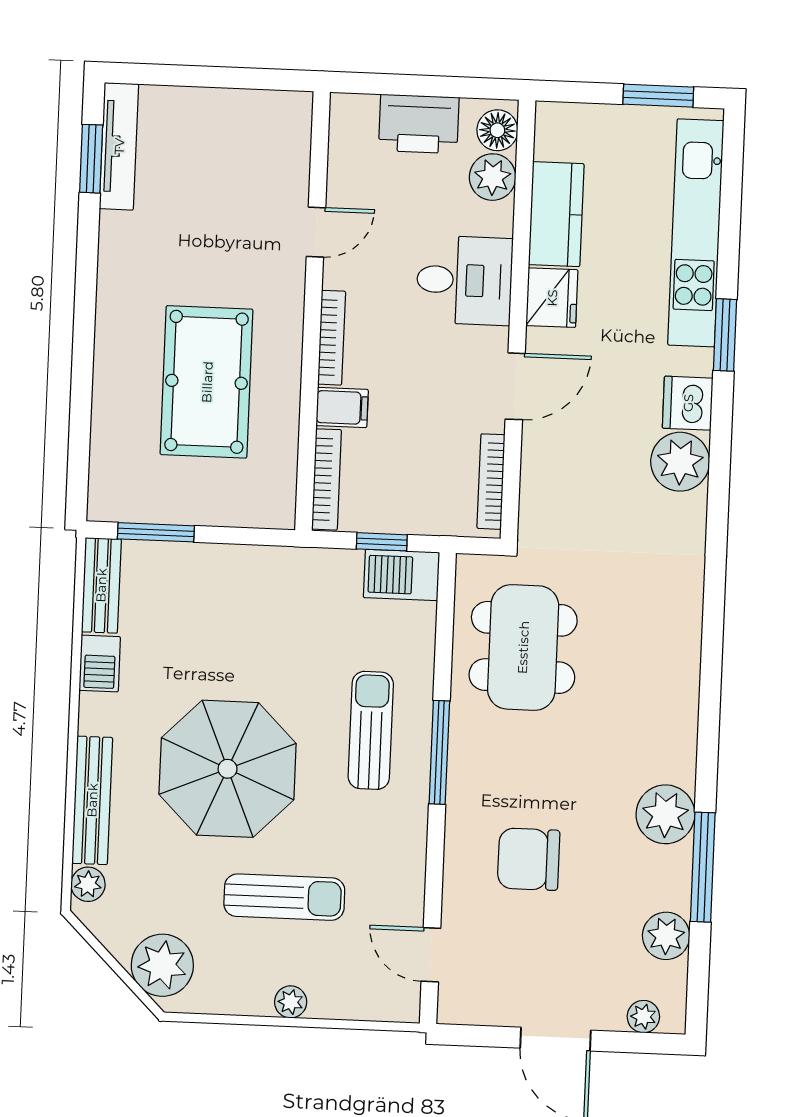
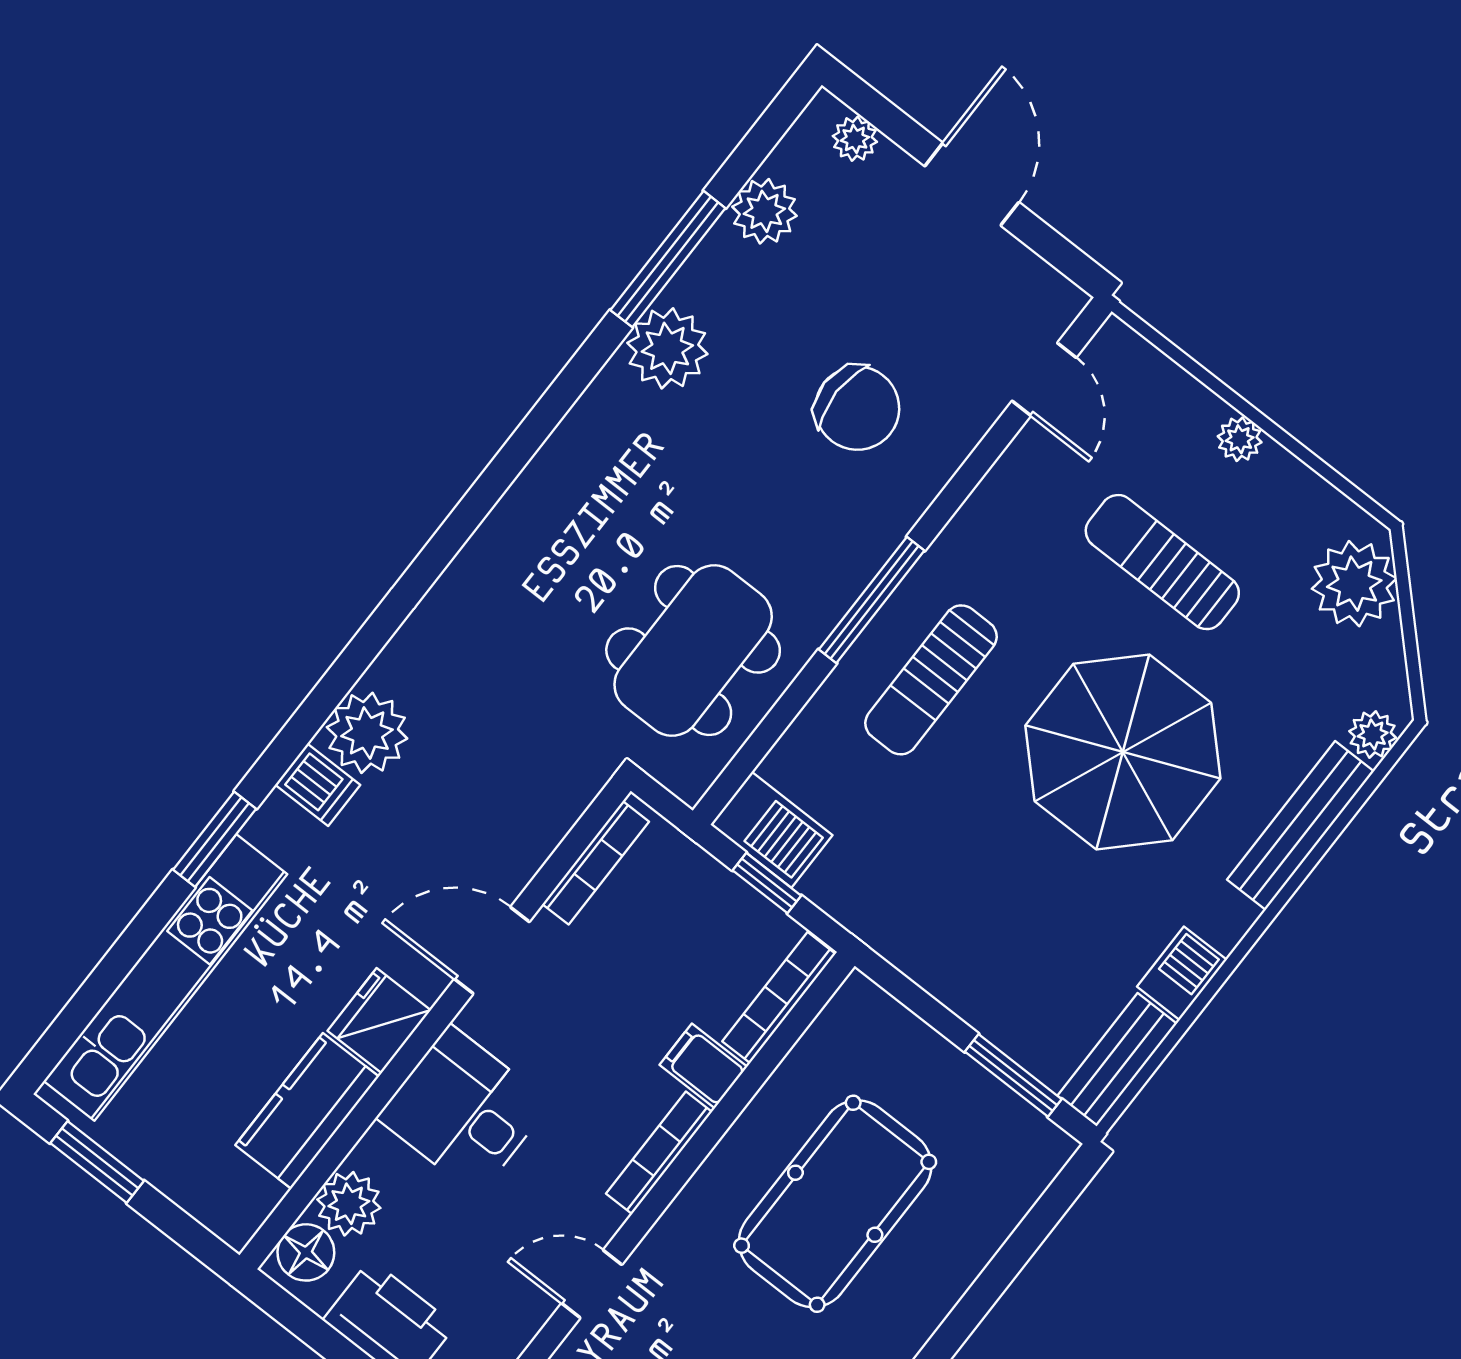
dishwasher: (688, 403) -> (318, 785), width x0.73

